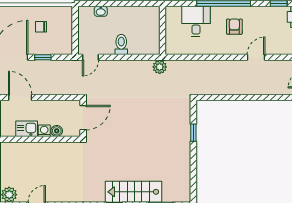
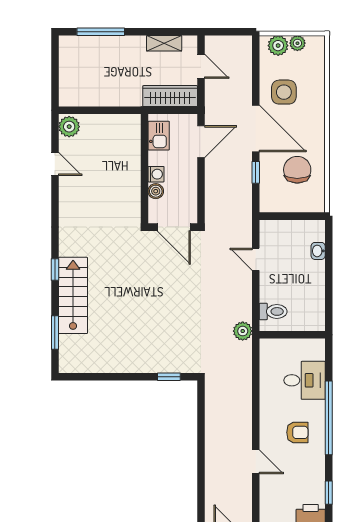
chair: (41, 27) -> (297, 170), width x1.87, depth x1.87
toilet: (121, 44) -> (273, 311), moved
door: (90, 57) -> (256, 259), moved
kitchen sink: (27, 129) -> (159, 136), moved
window: (193, 133) -> (169, 377), moved

